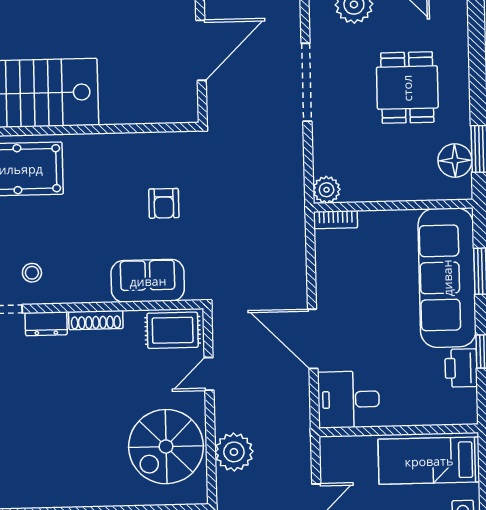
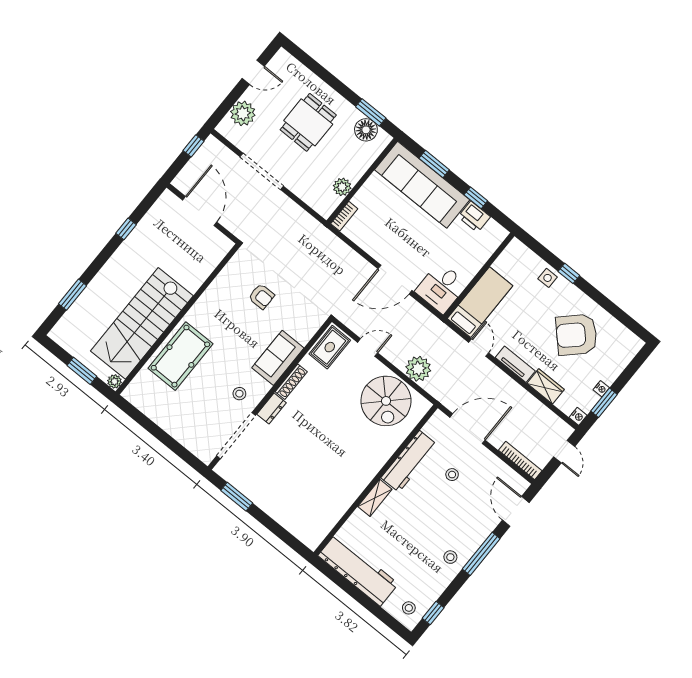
dining table: (407, 88) -> (308, 122), turned 90
plant: (327, 190) -> (342, 187), moved
sofa: (148, 281) -> (278, 358), moved
door: (209, 374) -> (368, 348), swing flipped
bed: (429, 461) -> (480, 302), moved, turned 180

